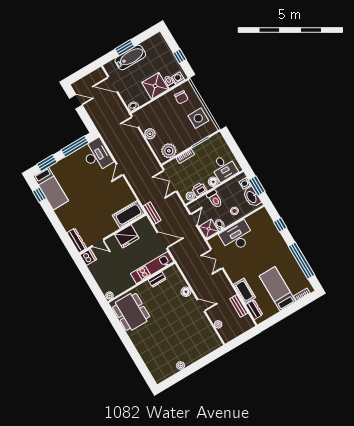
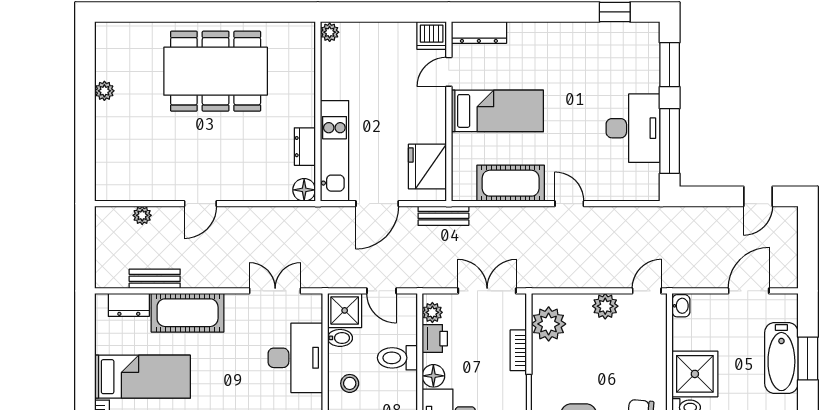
desk: (97, 155) -> (633, 128), moved, turned -90
bed: (51, 189) -> (497, 111), moved, turned 180
cot: (129, 214) -> (511, 183), moved, turned 90
fridge: (127, 236) -> (427, 167), moved
cot: (244, 291) -> (188, 313), width x1.37, depth x1.34
floor lamp: (186, 292) -> (304, 190), moved
dining table: (131, 312) -> (216, 71), moved, width x1.36, depth x1.24

